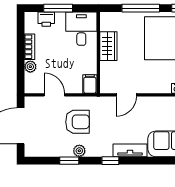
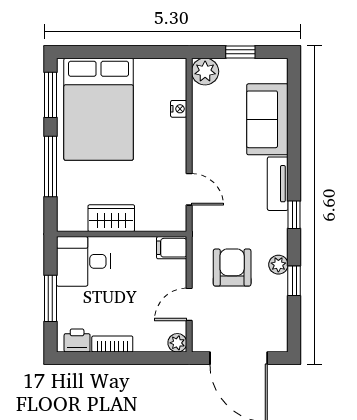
printer: (46, 19) -> (77, 341), moved, turned -90
plant: (30, 67) -> (177, 343), moved

